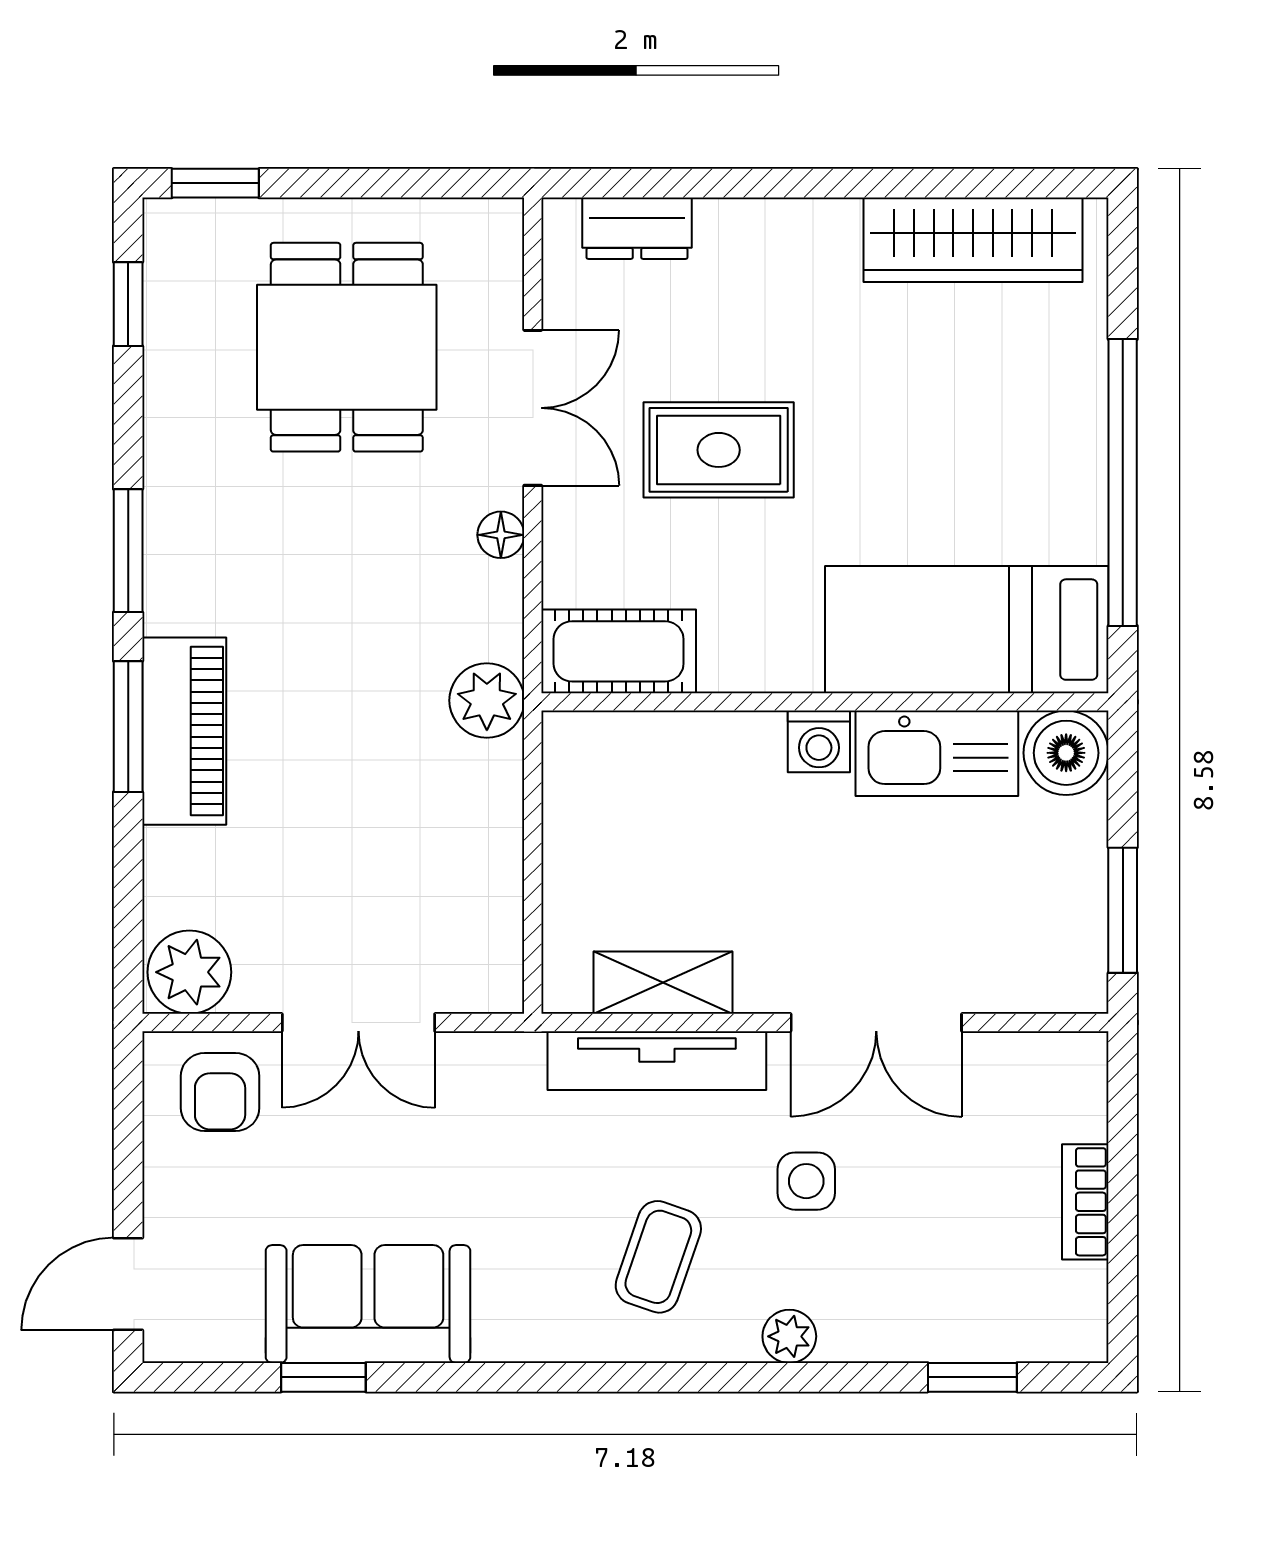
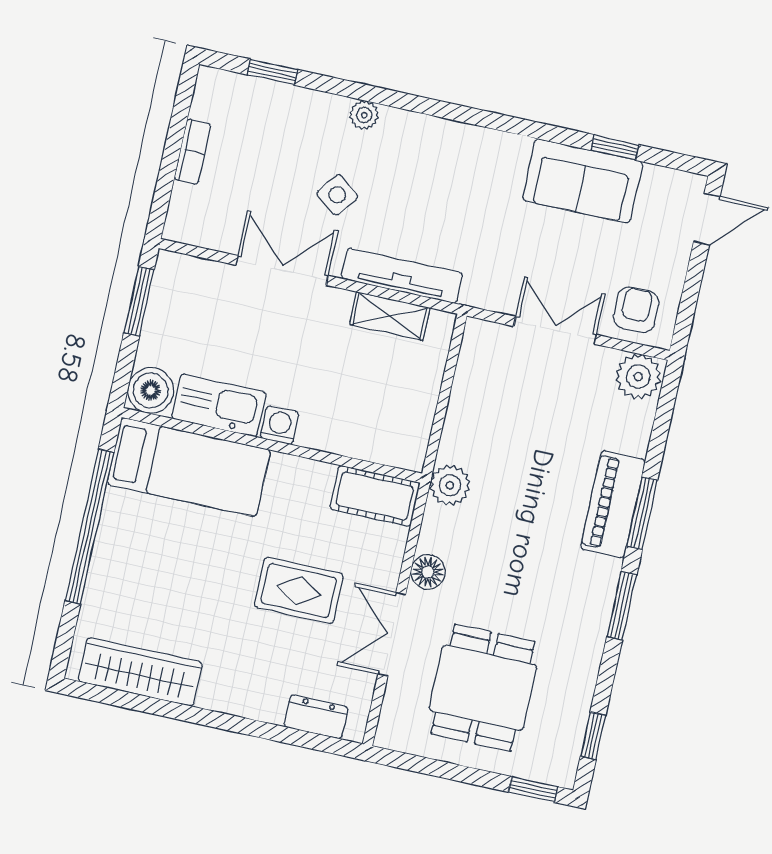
floor lamp: (501, 535) -> (428, 572), width x1.37, depth x1.37
side table: (806, 1181) -> (337, 195), turned 38
coffee table: (658, 1257) -> (424, 172), removed

